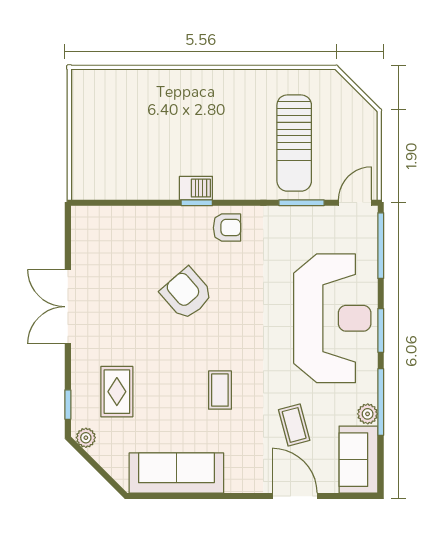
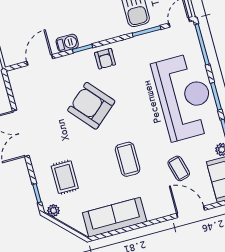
barbecue: (196, 188) -> (67, 43), moved
door: (127, 203) -> (40, 60), added
armchair: (227, 228) -> (105, 59), turned 90
armchair: (187, 294) -> (91, 106), width x1.36, depth x1.36
coffee table: (220, 390) -> (128, 159), width x1.36, depth x1.30

